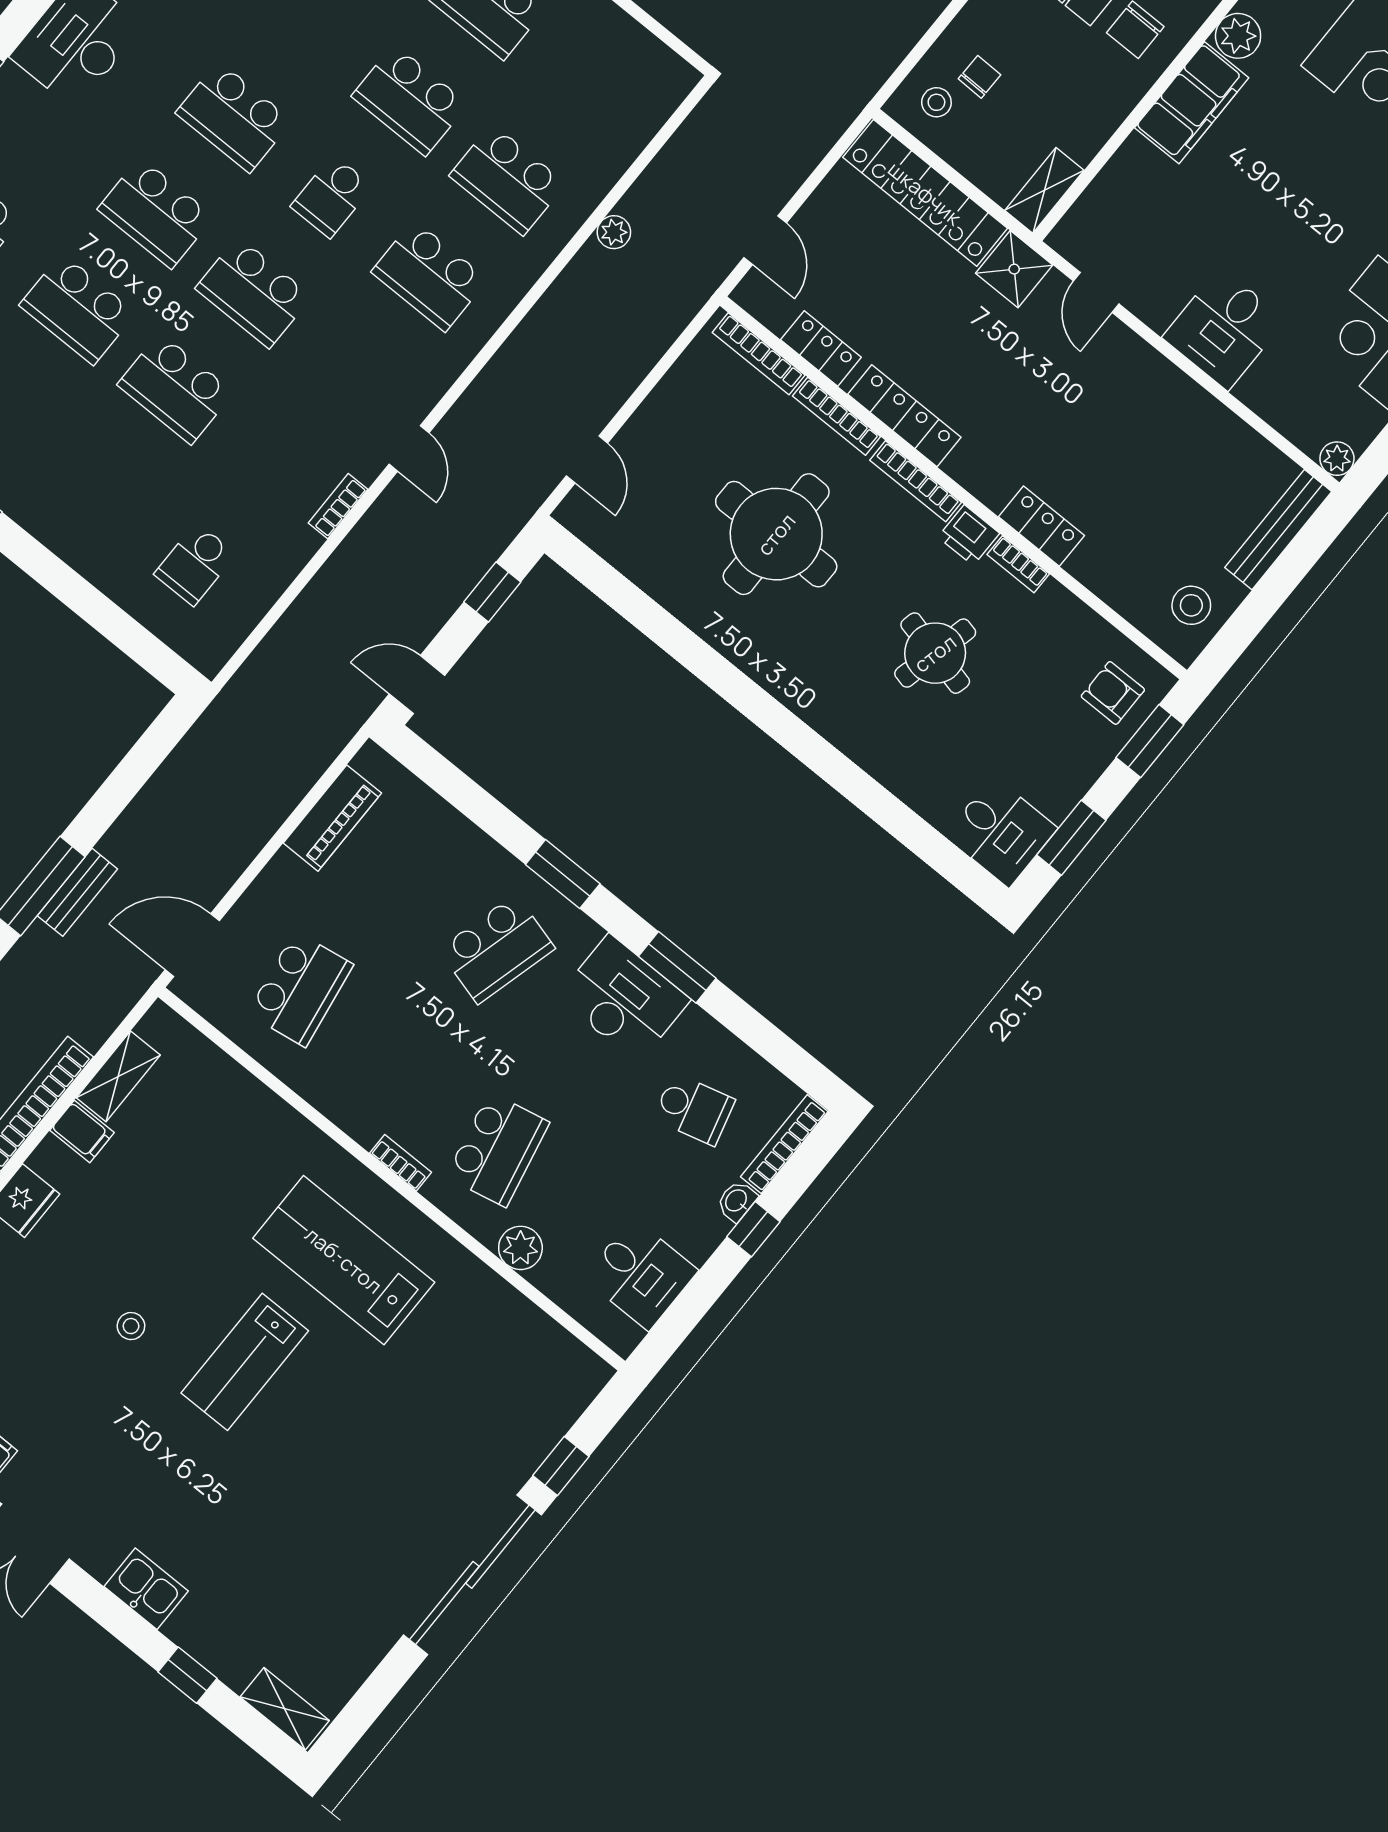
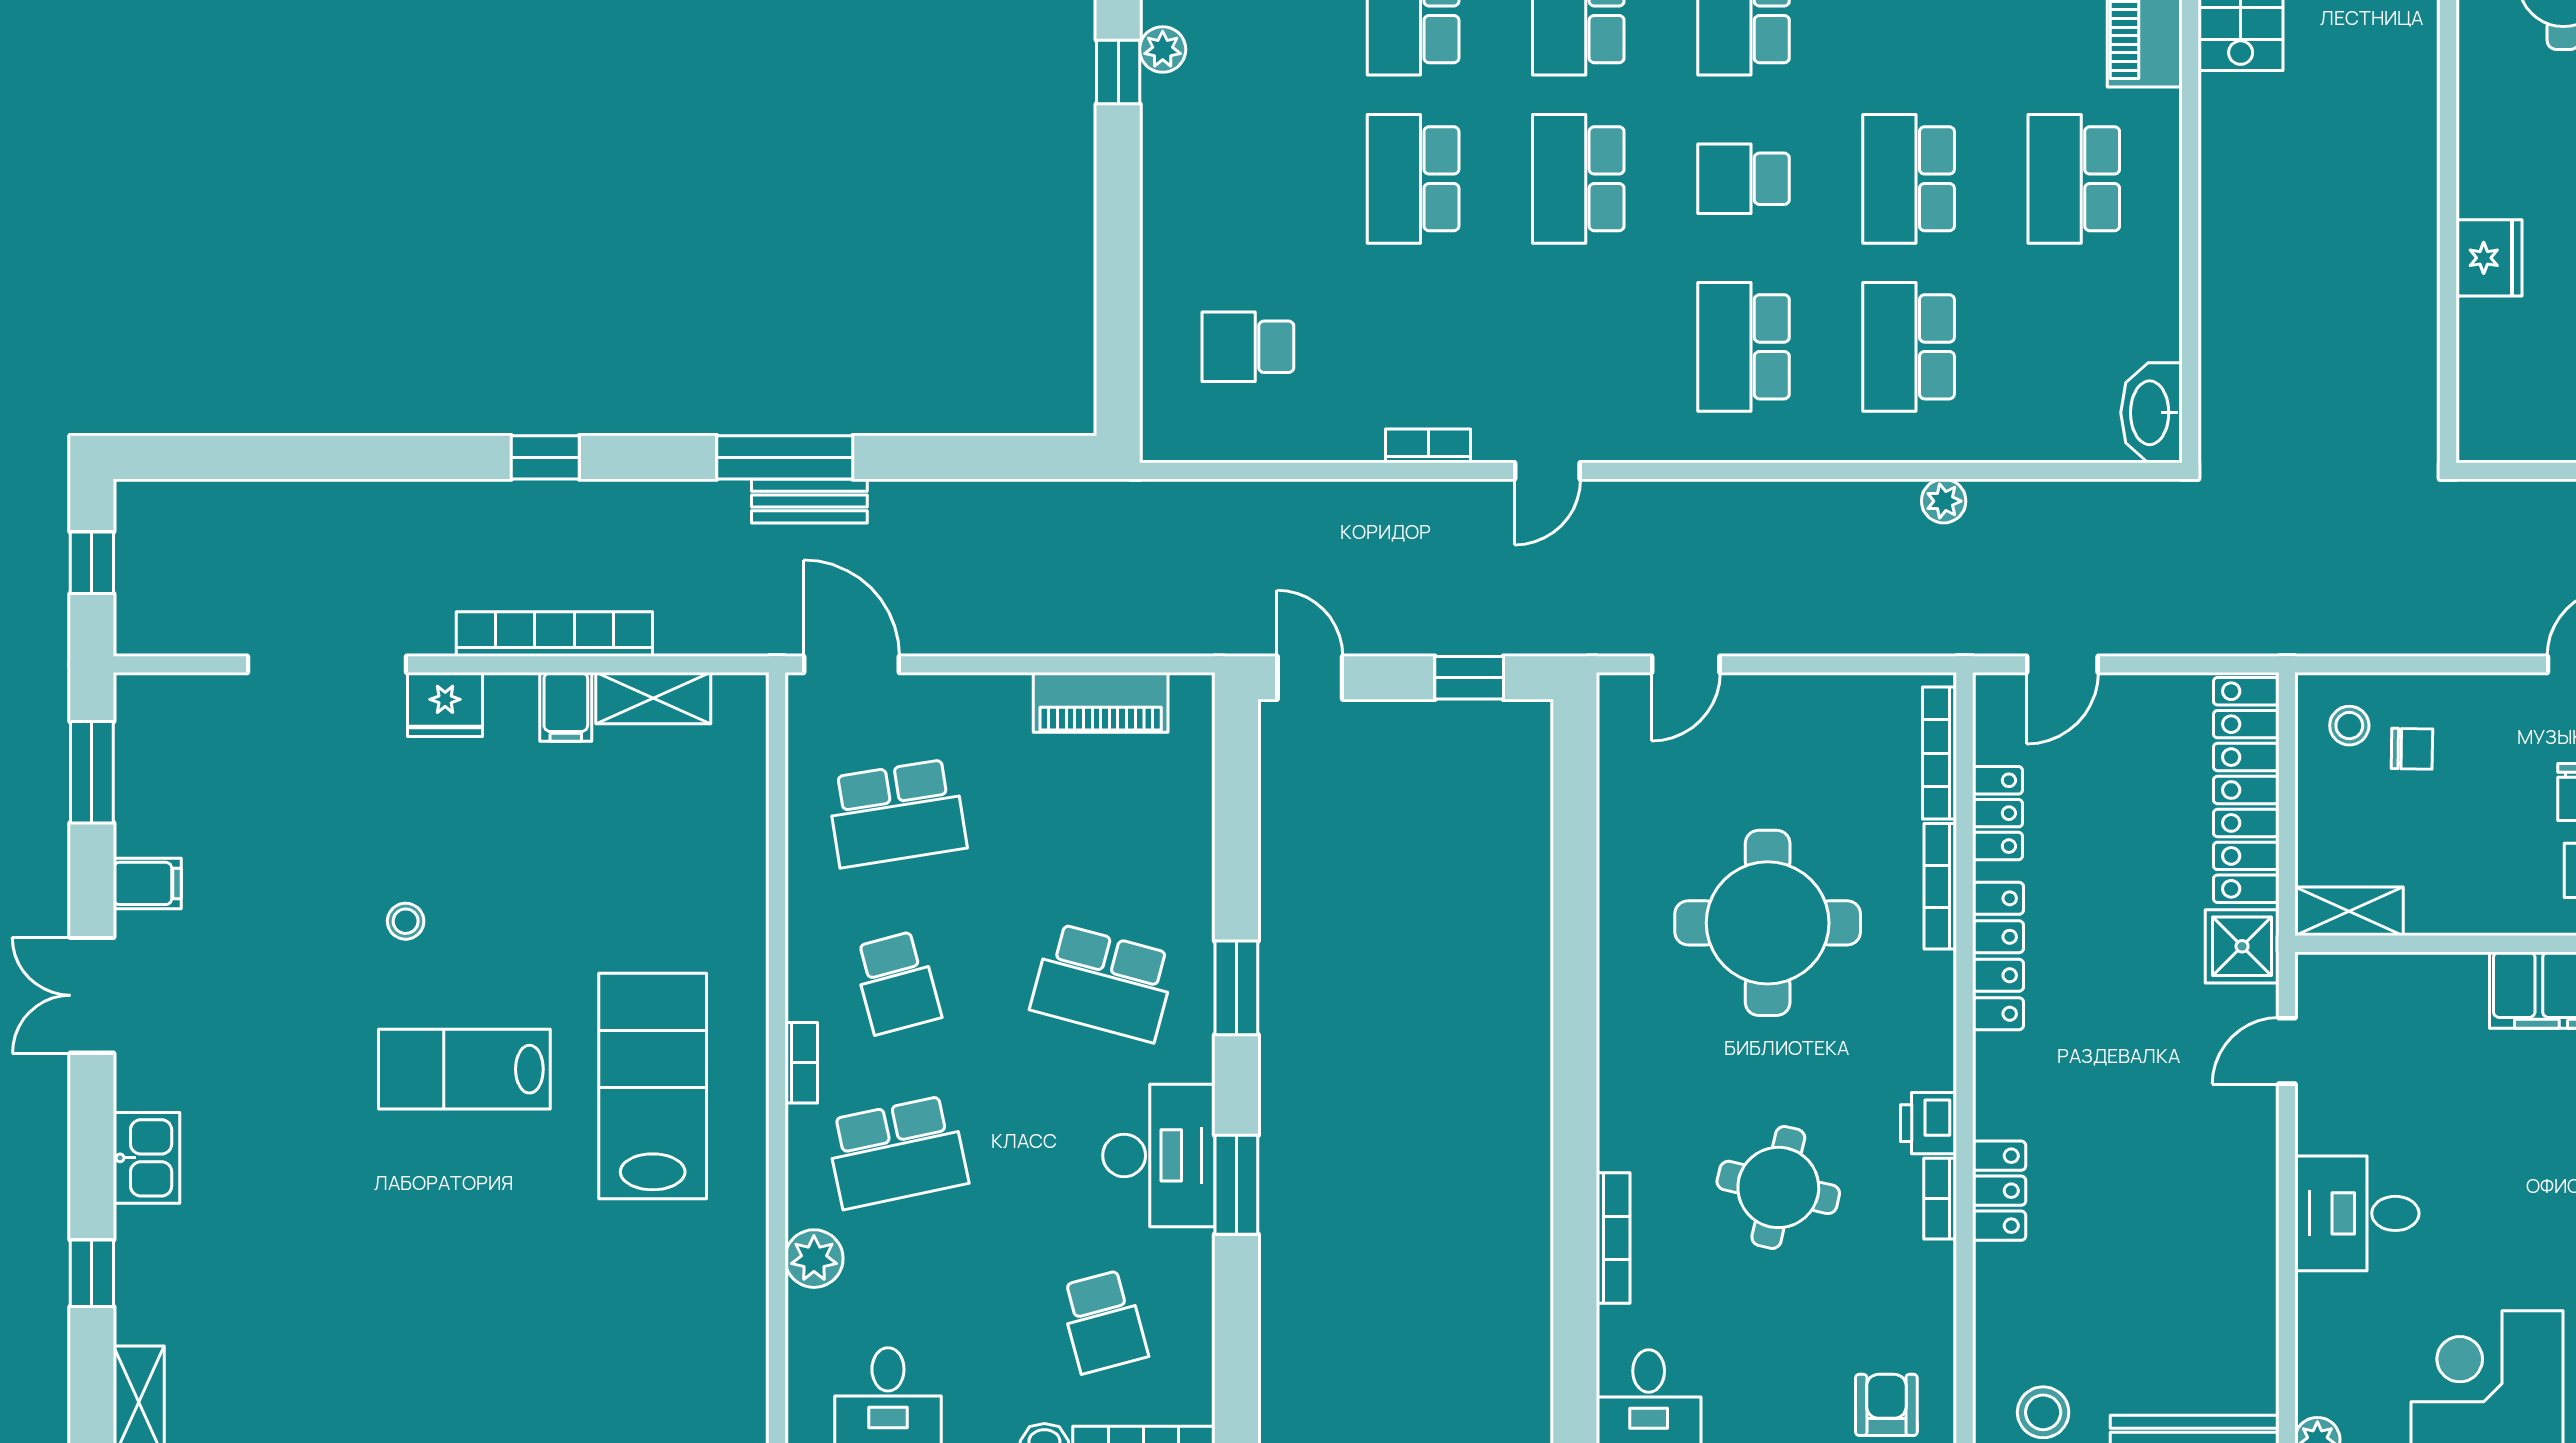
washbasin: (661, 69) -> (2151, 413), added
bookcase: (916, 481) -> (1613, 1238), moved, turned 180
school desk: (399, 1069) -> (897, 983), added

